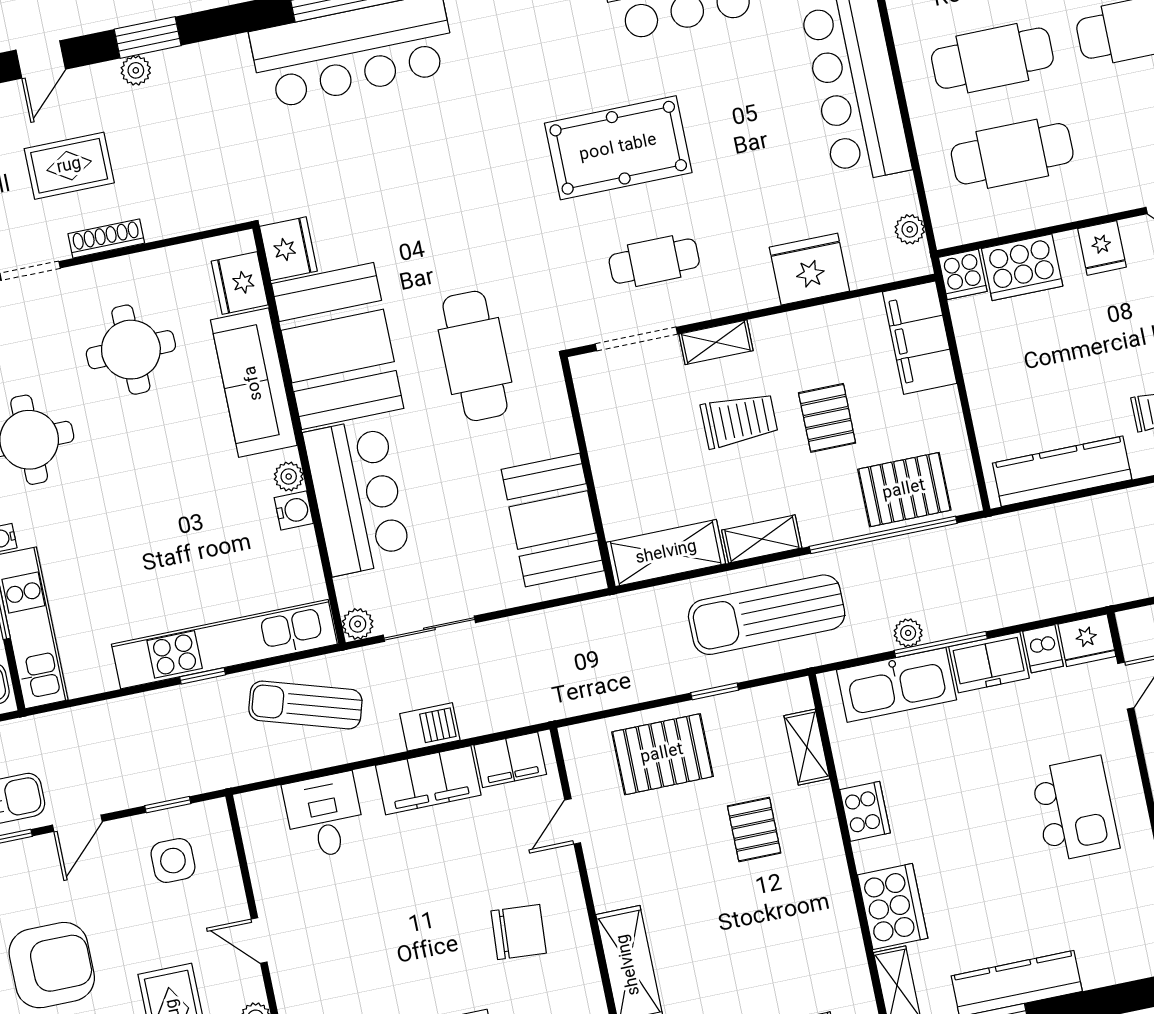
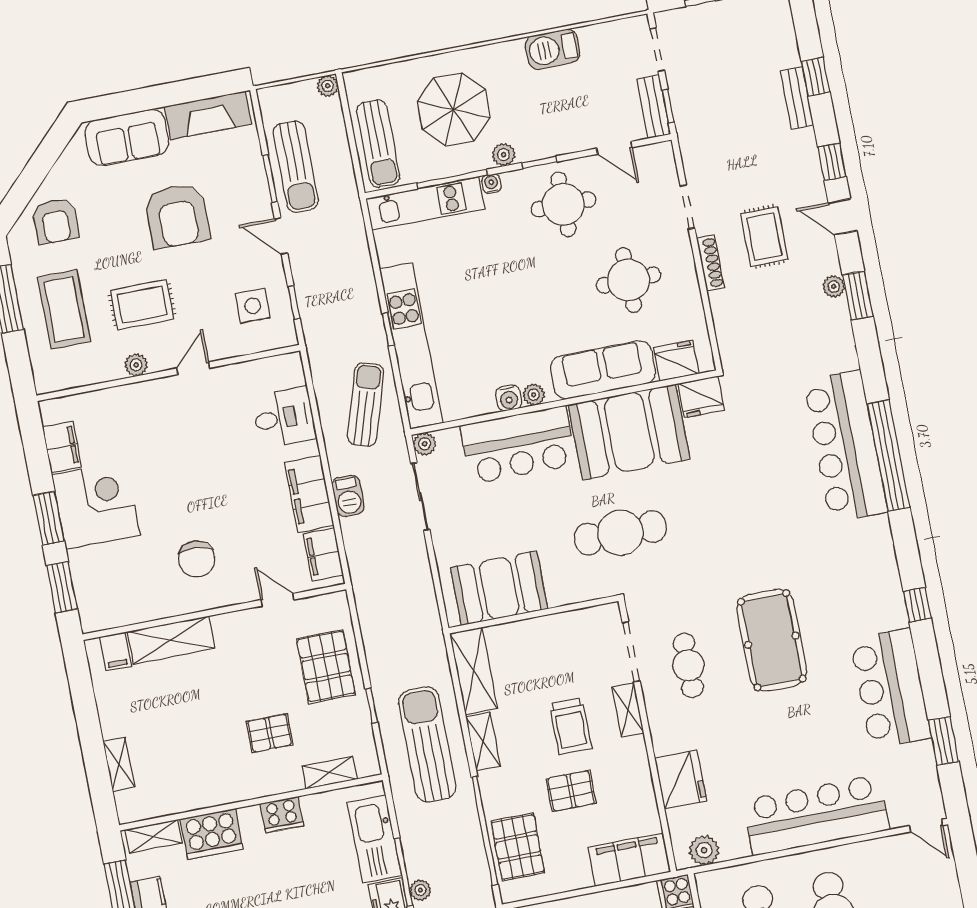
plant: (910, 229) -> (704, 850), width x1.38, depth x1.38
plant: (908, 633) -> (420, 890), moved

